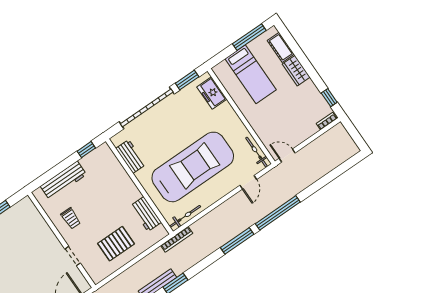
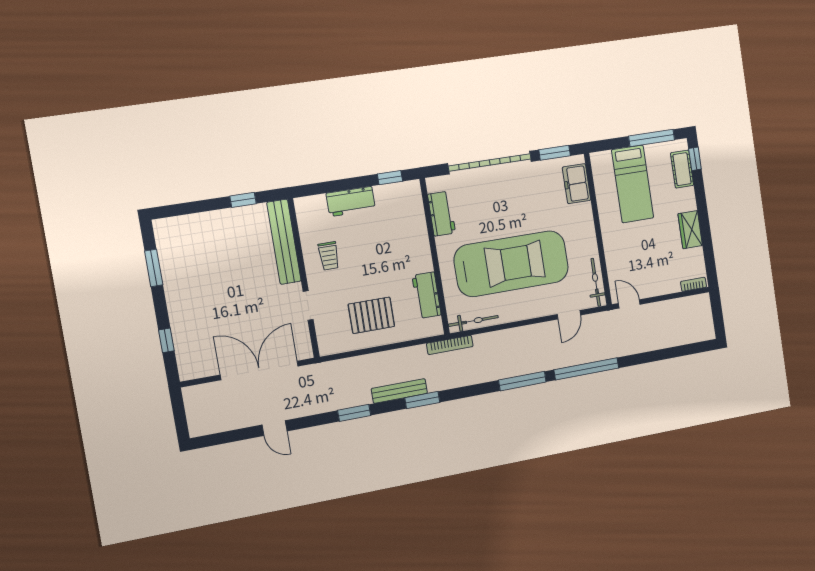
wardrobe: (296, 71) -> (690, 230), moved
window: (329, 98) -> (695, 159), moved
workbench: (63, 180) -> (351, 201), width x0.73
bench: (38, 223) -> (284, 242), added

